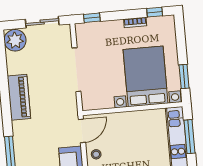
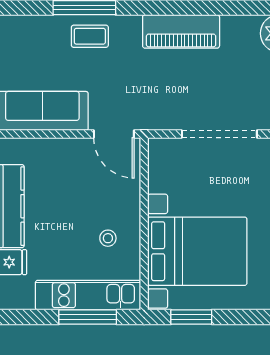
coffee table: (26, 150) -> (90, 36), added
stool: (96, 154) -> (108, 238), moved

